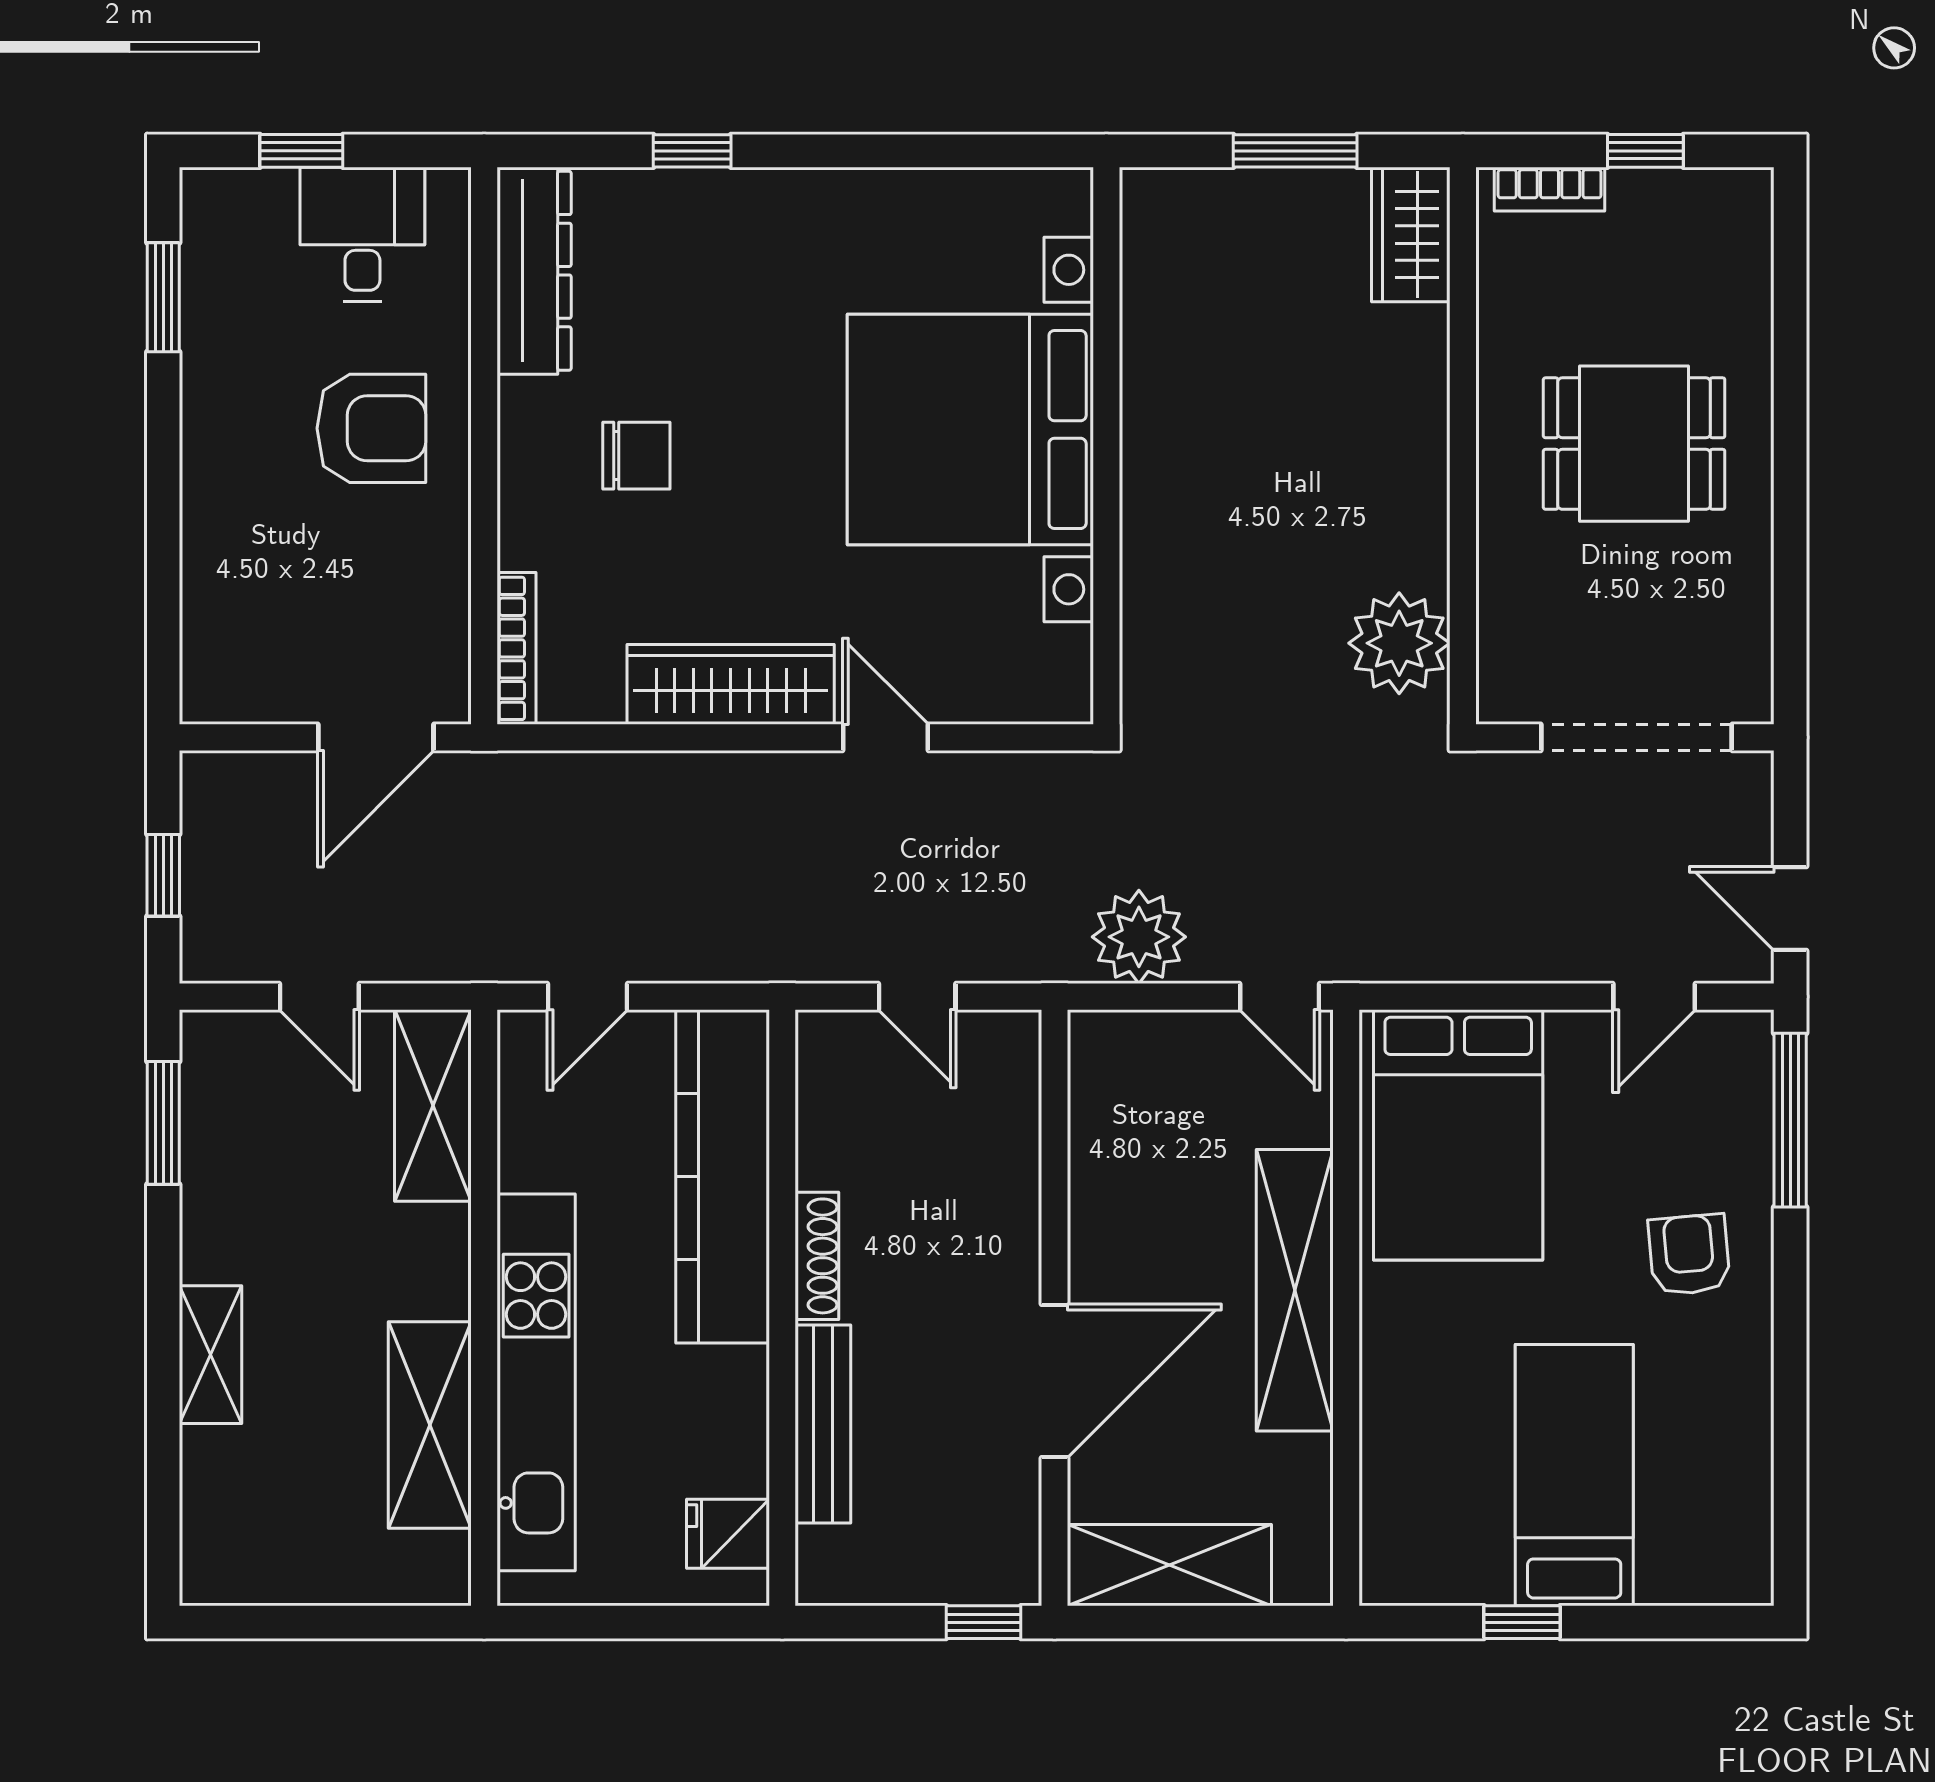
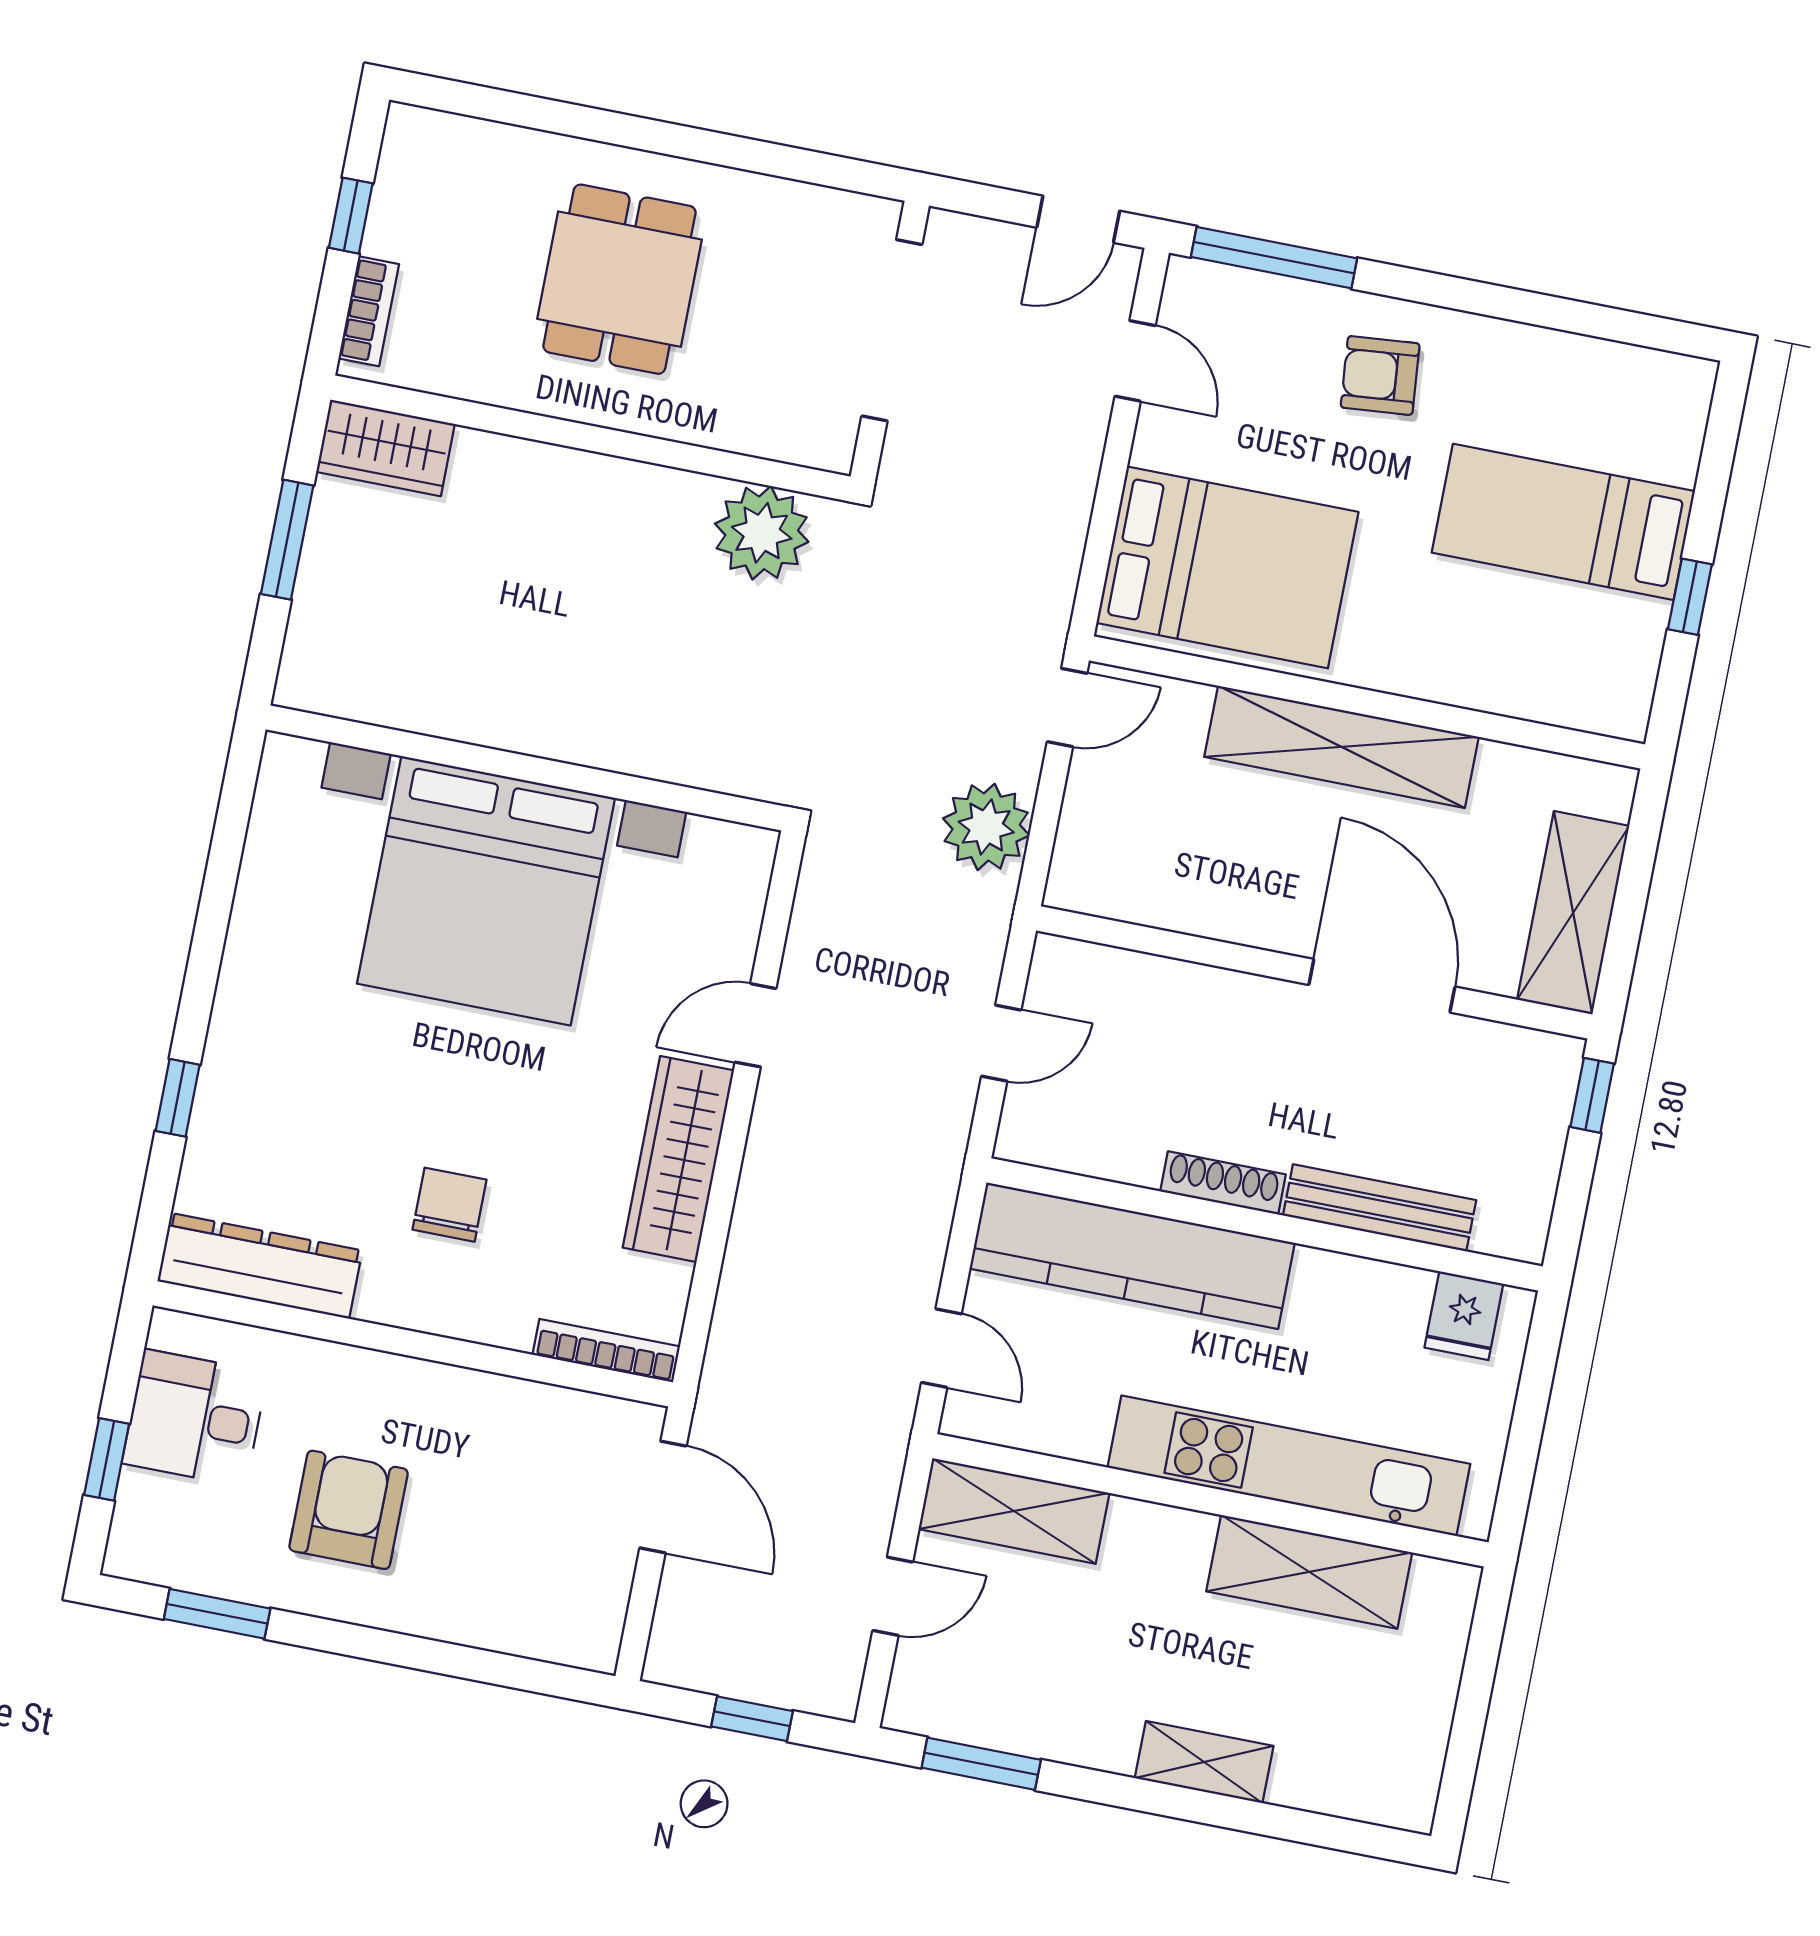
armchair: (371, 428) -> (349, 1510), moved

